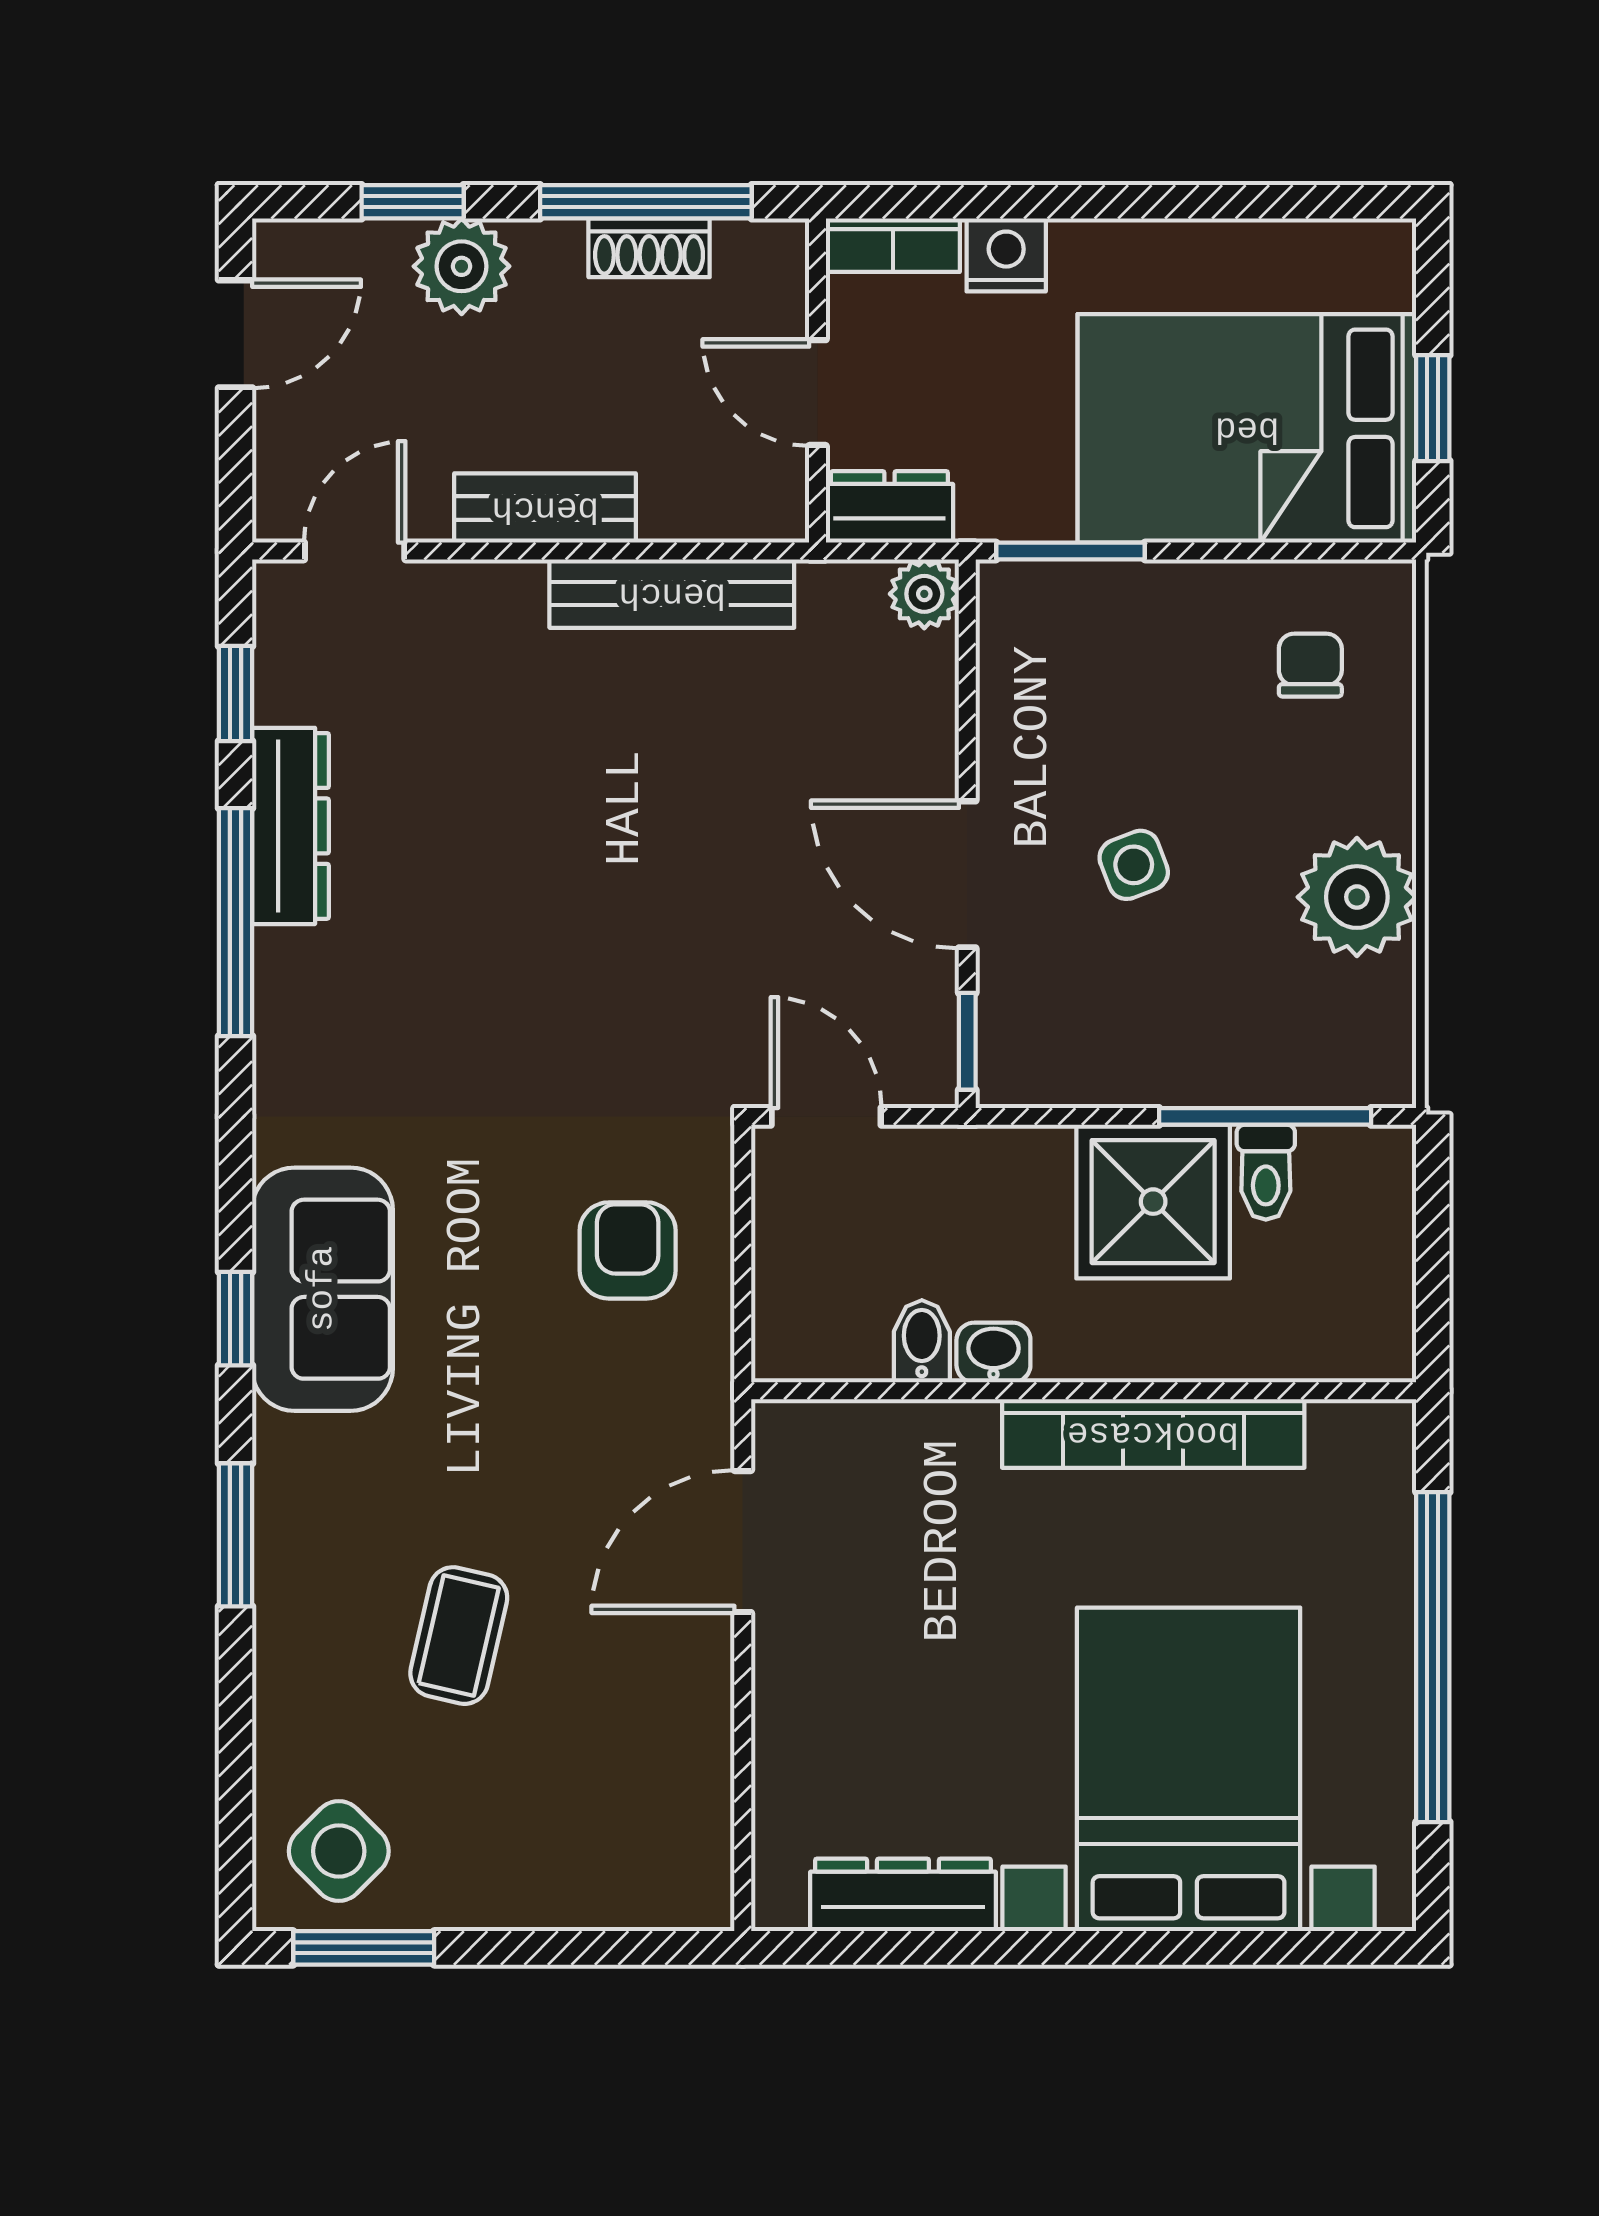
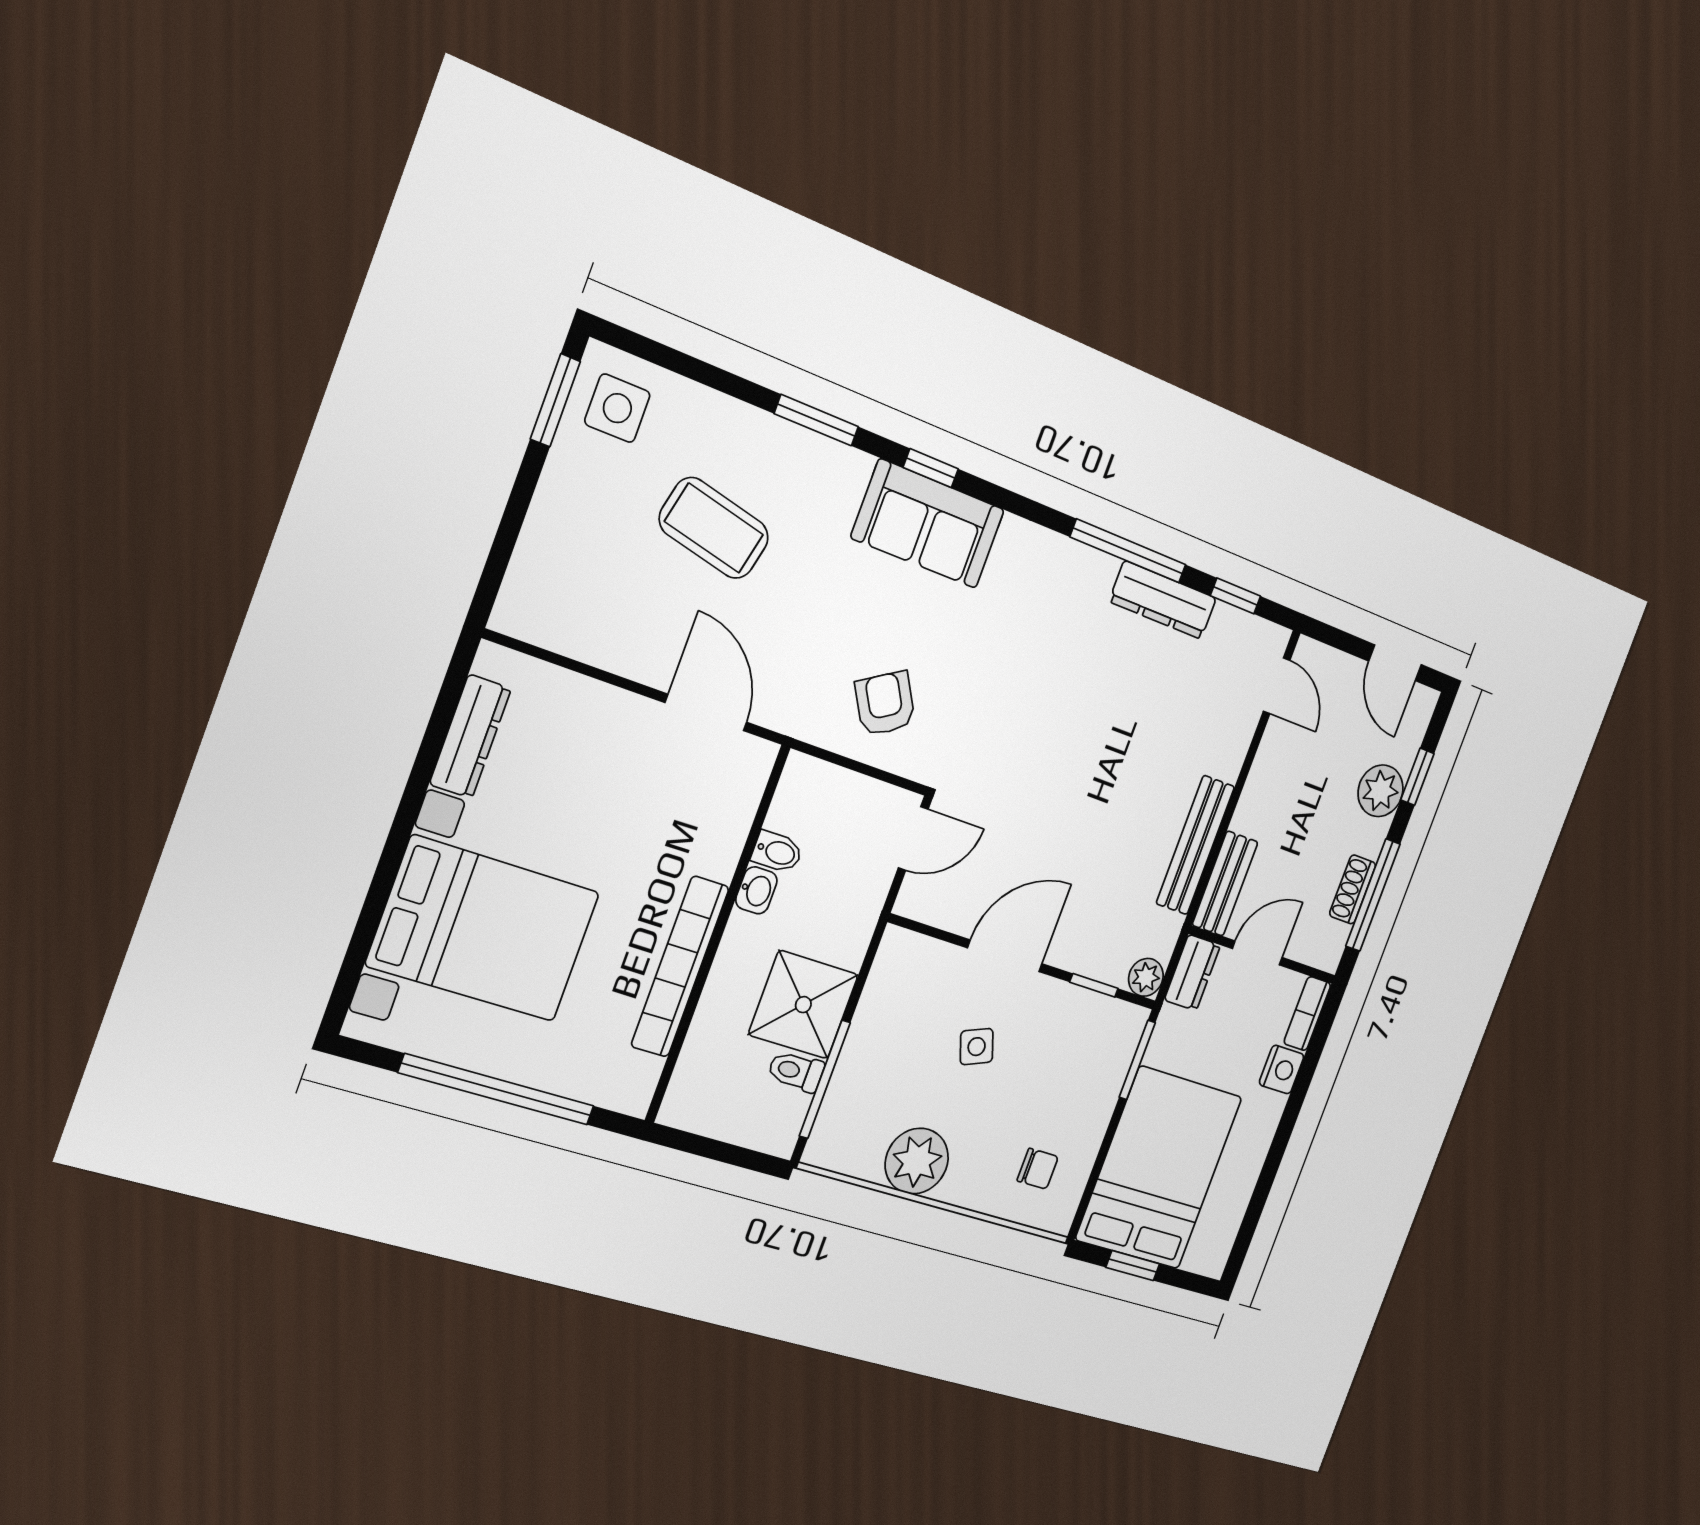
bench: (545, 508) -> (1225, 884), moved
window: (967, 1041) -> (1094, 985), moved
armchair: (628, 1250) -> (885, 704), turned -121
coffee table: (459, 1636) -> (714, 528), width x1.36, depth x1.30
side table: (339, 1851) -> (617, 408), turned 45

